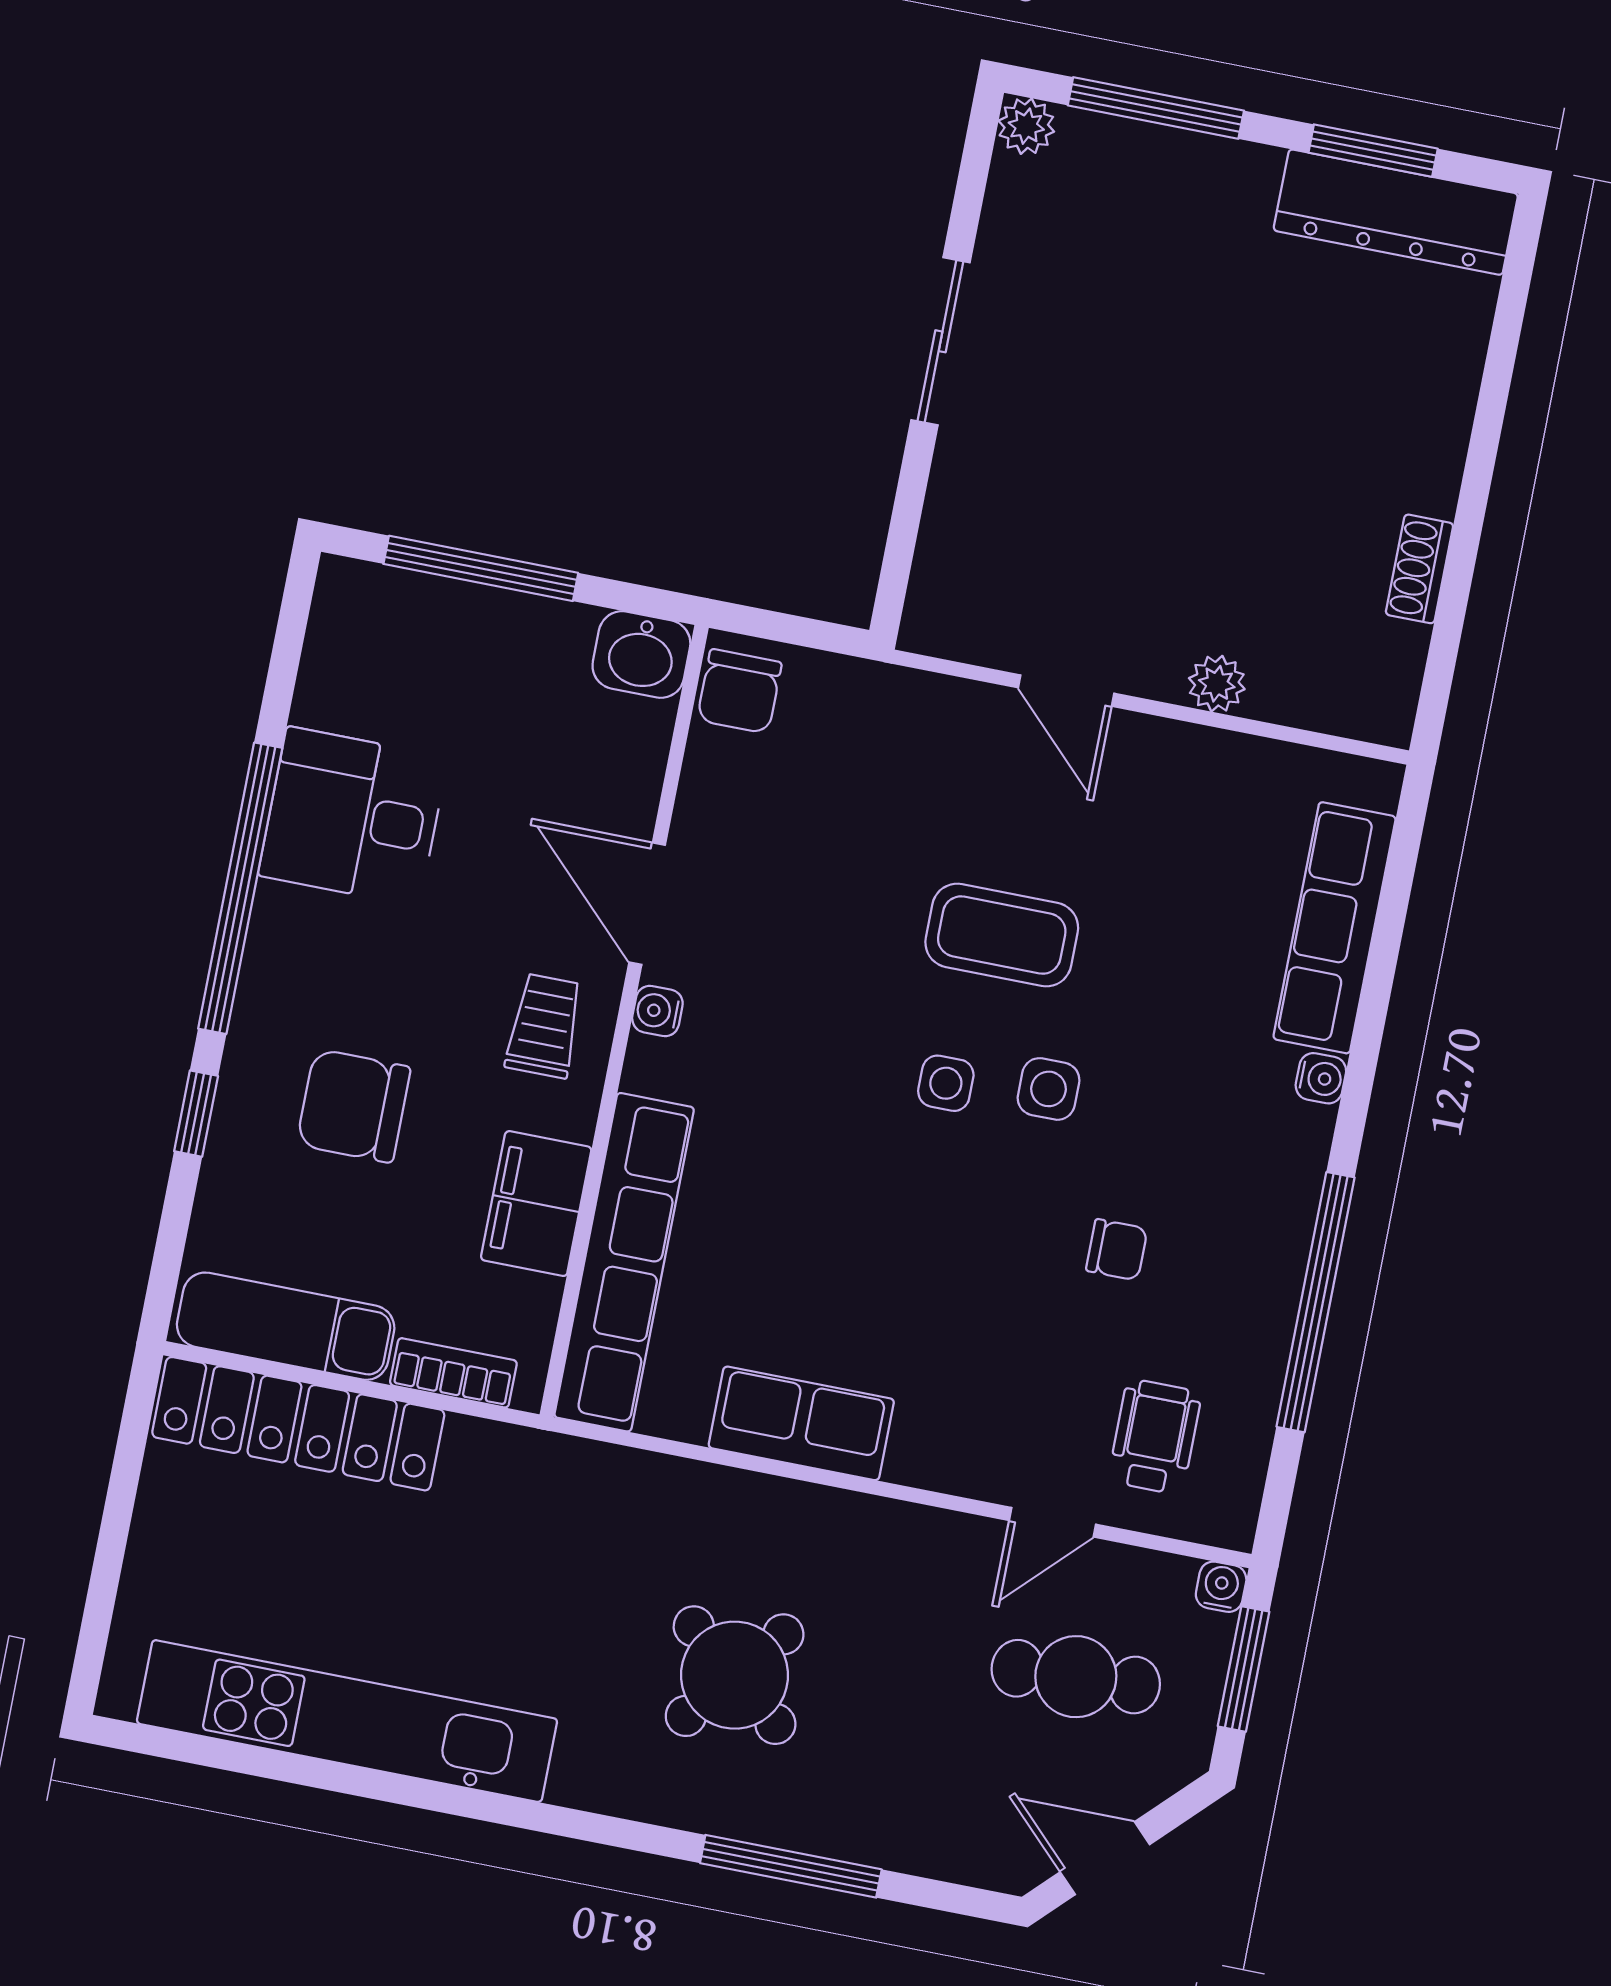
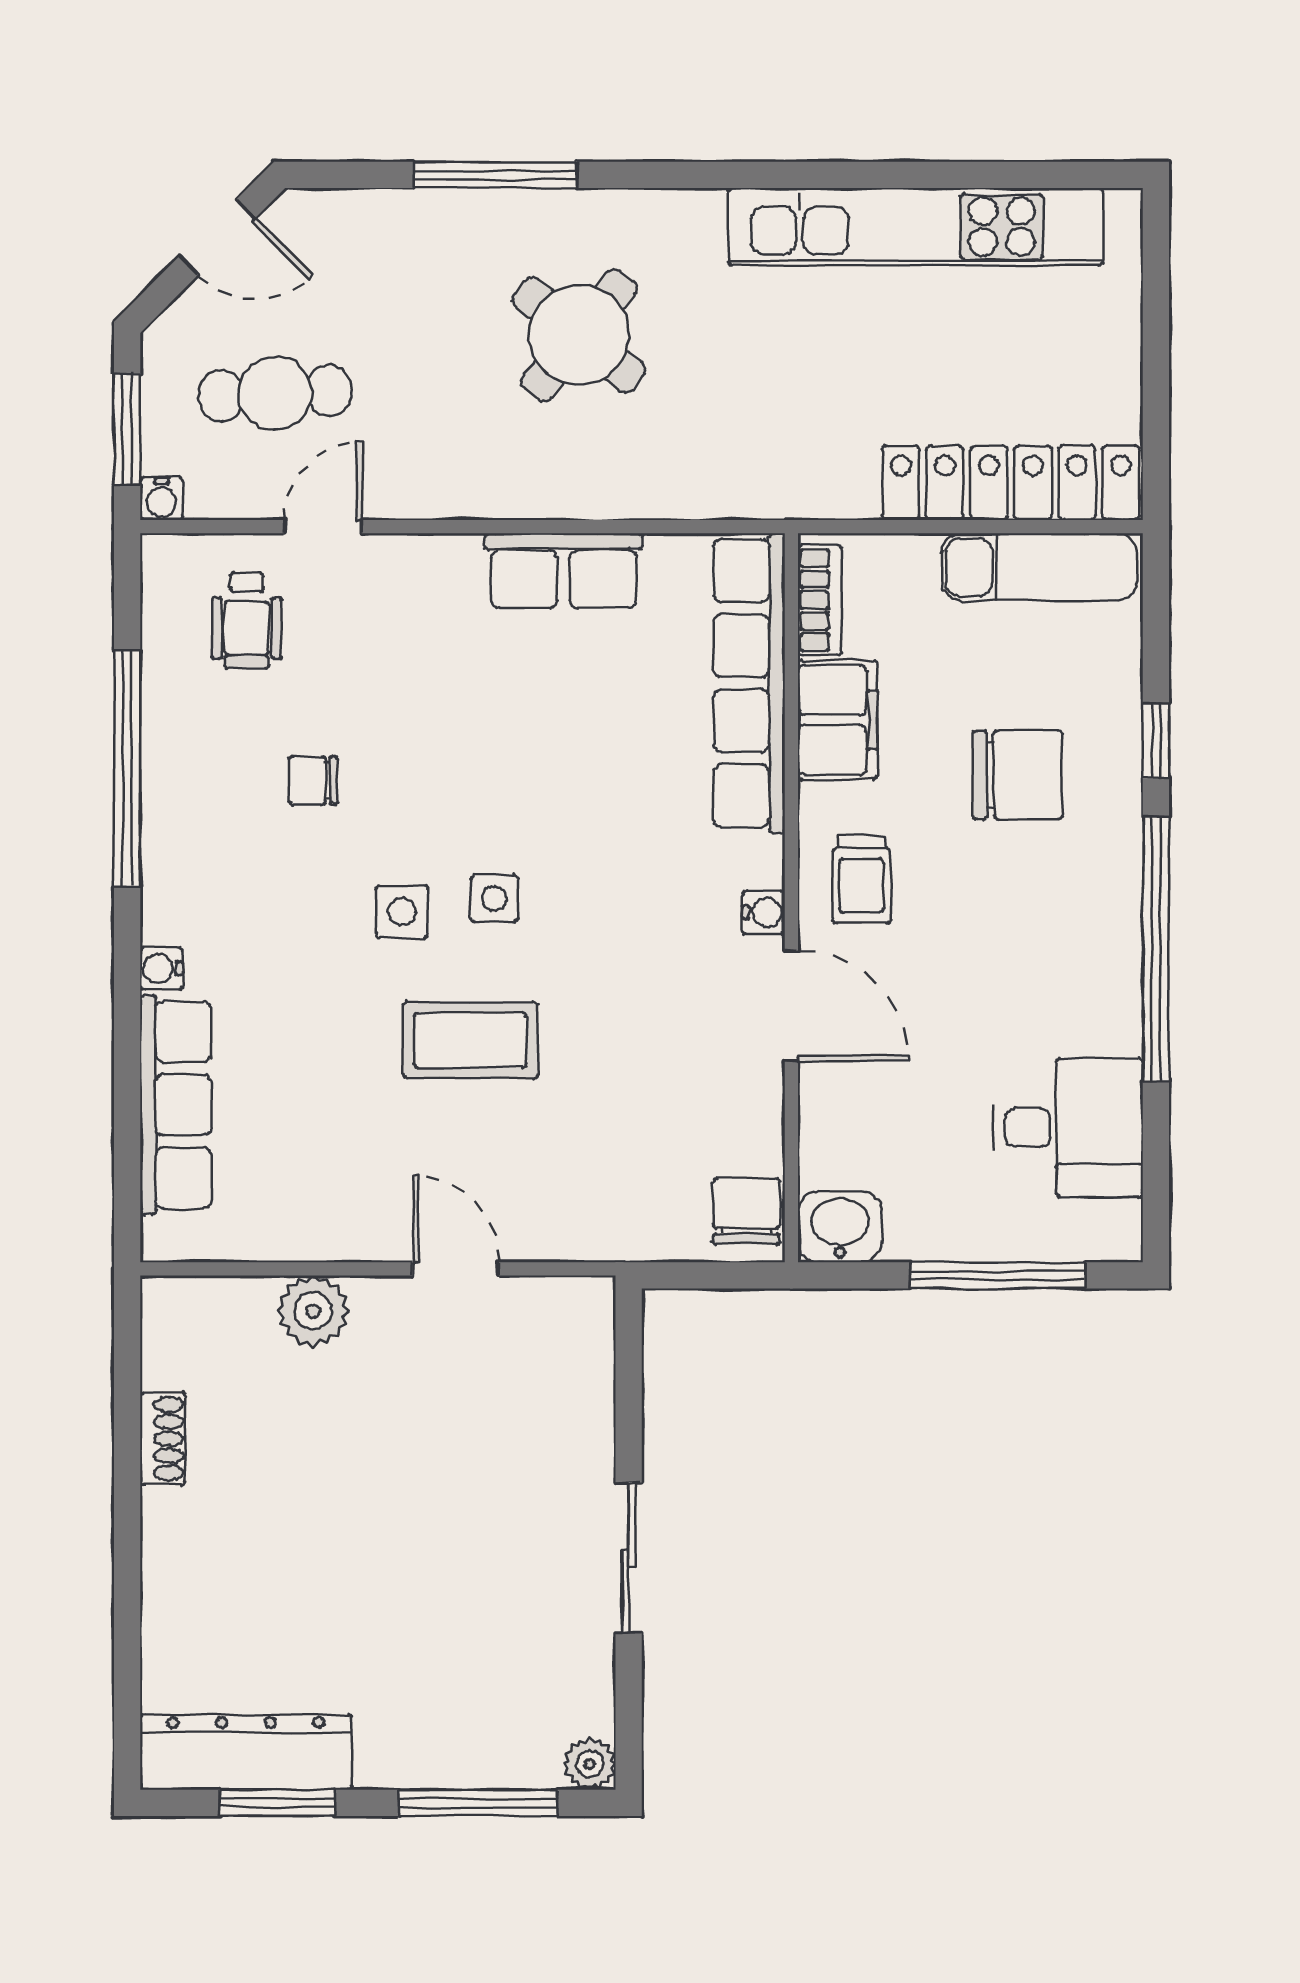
plant: (1217, 684) -> (313, 1311), width x1.38, depth x1.38
desk: (353, 816) -> (1068, 1128), moved
bookcase: (453, 1373) -> (820, 600), moved, turned -90

